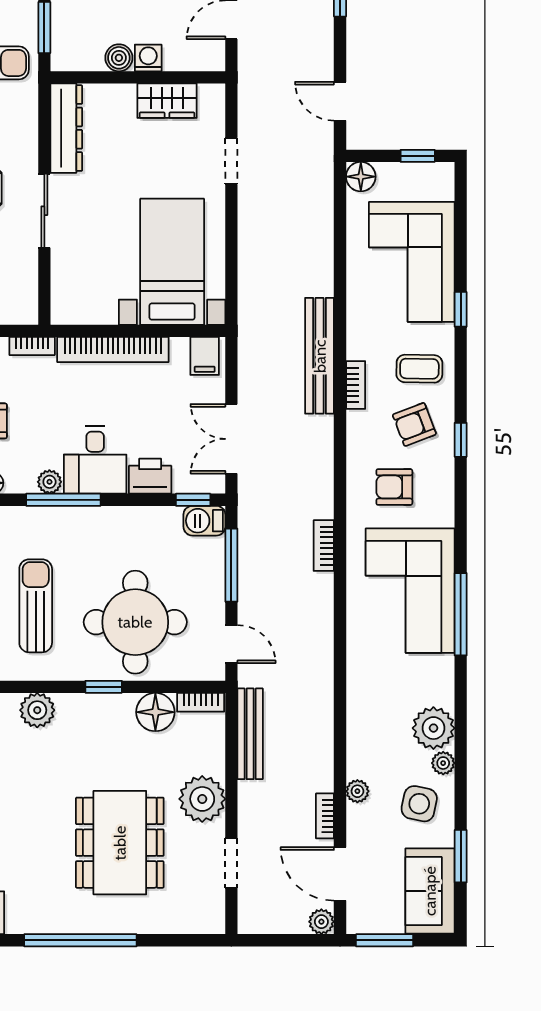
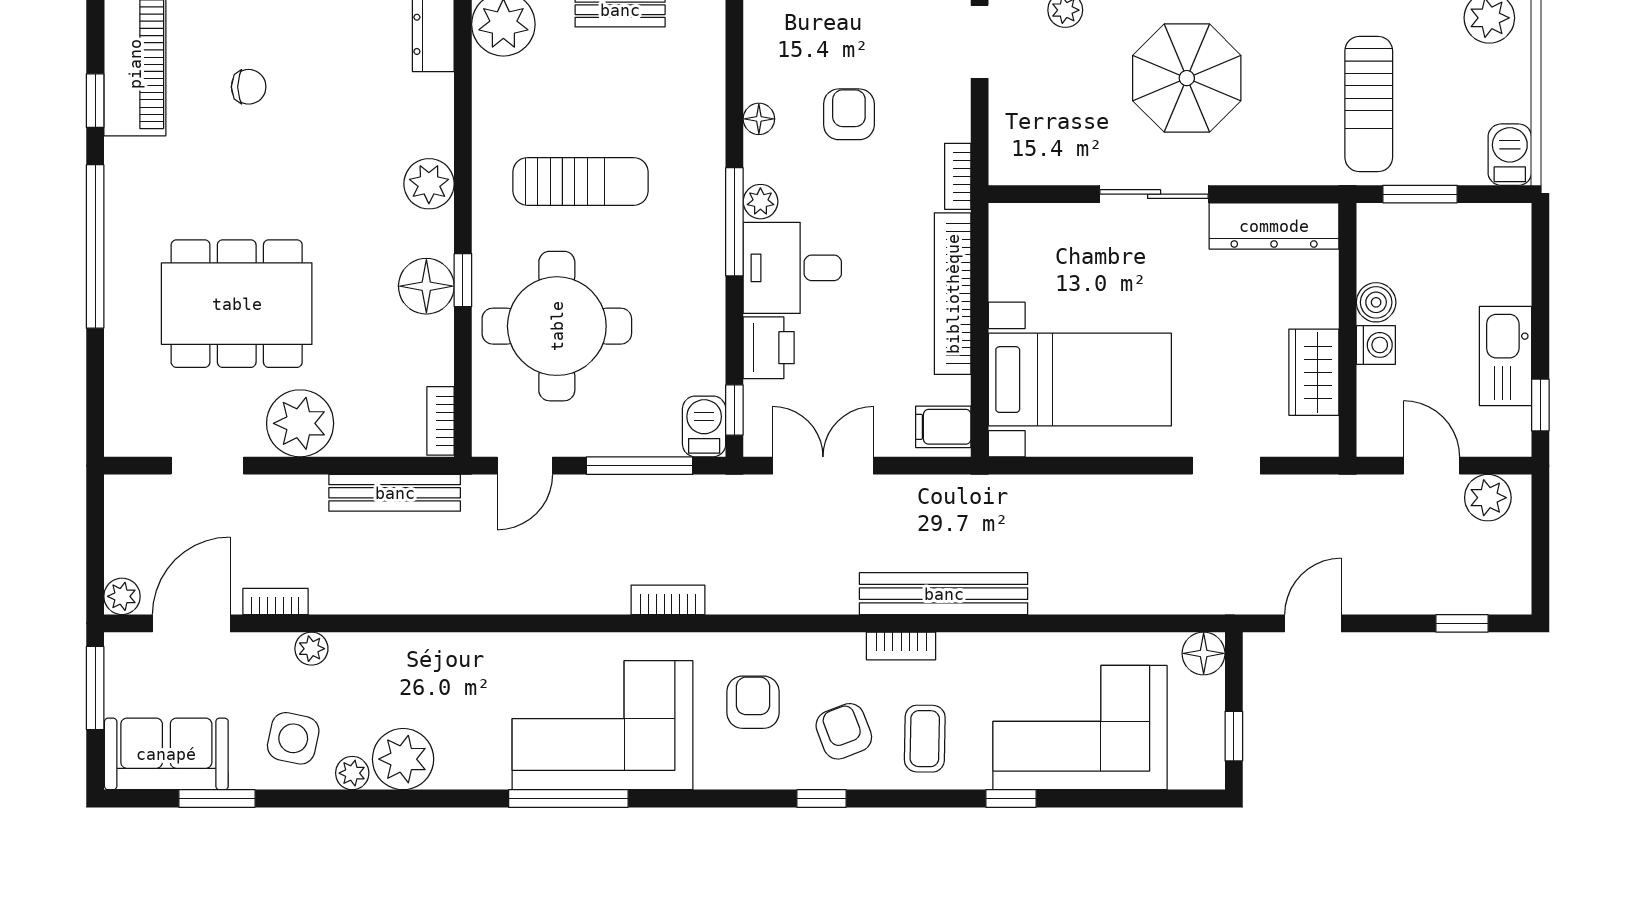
floor lamp: (155, 712) -> (426, 286), moved

